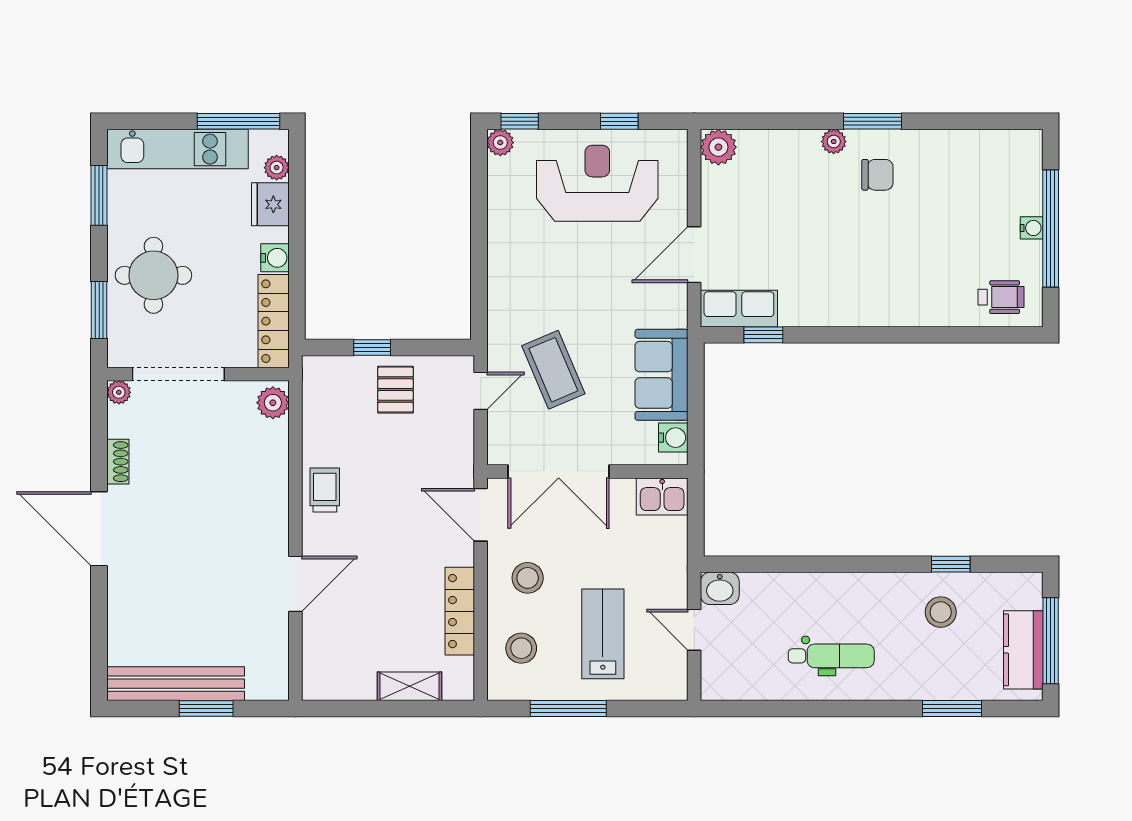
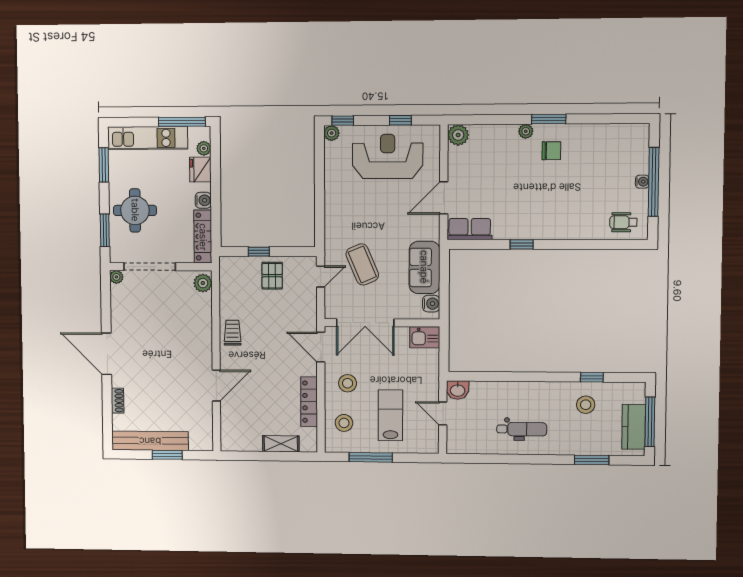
wheelchair: (1001, 297) -> (623, 222), turned 180
window: (763, 335) -> (522, 244), moved
shoe rack: (118, 462) -> (118, 401), moved

